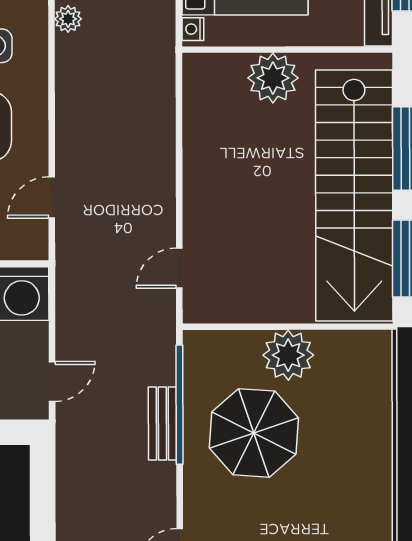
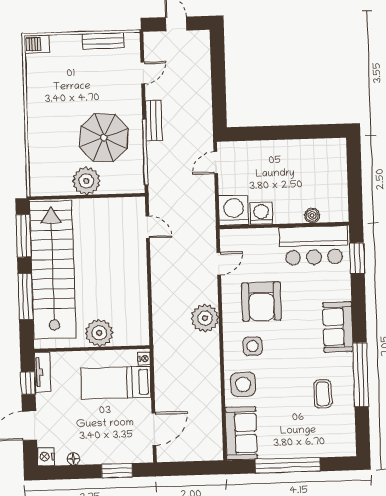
plant: (68, 19) -> (205, 318), moved, width x1.87, depth x1.87
door: (179, 268) -> (148, 227), hinge flipped
bench: (162, 423) -> (154, 121), moved

